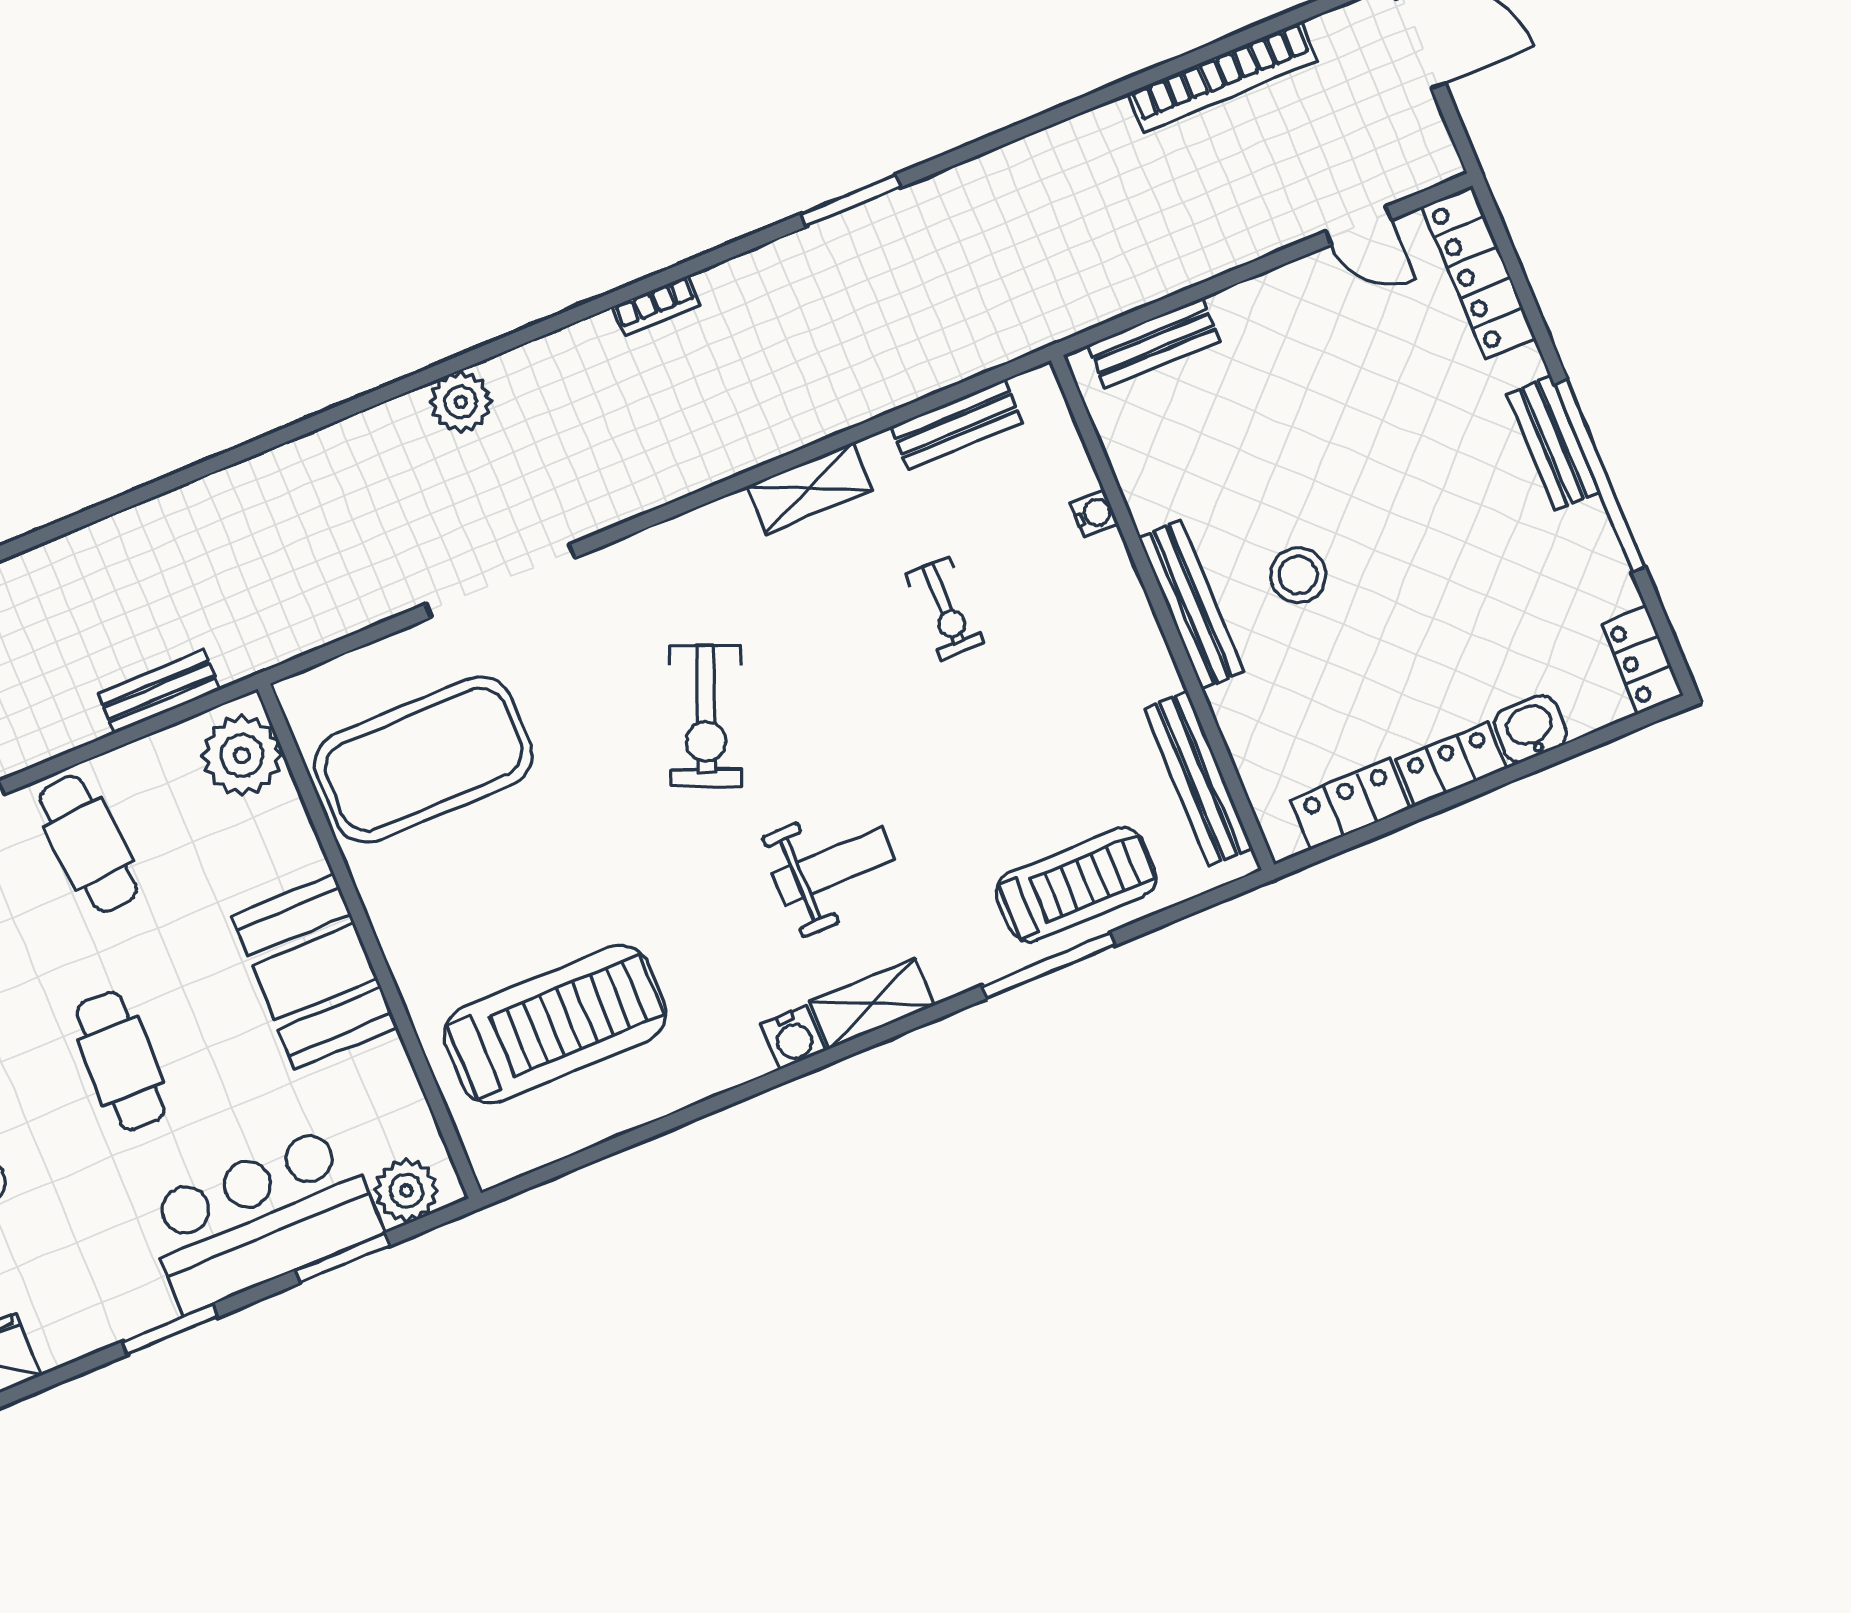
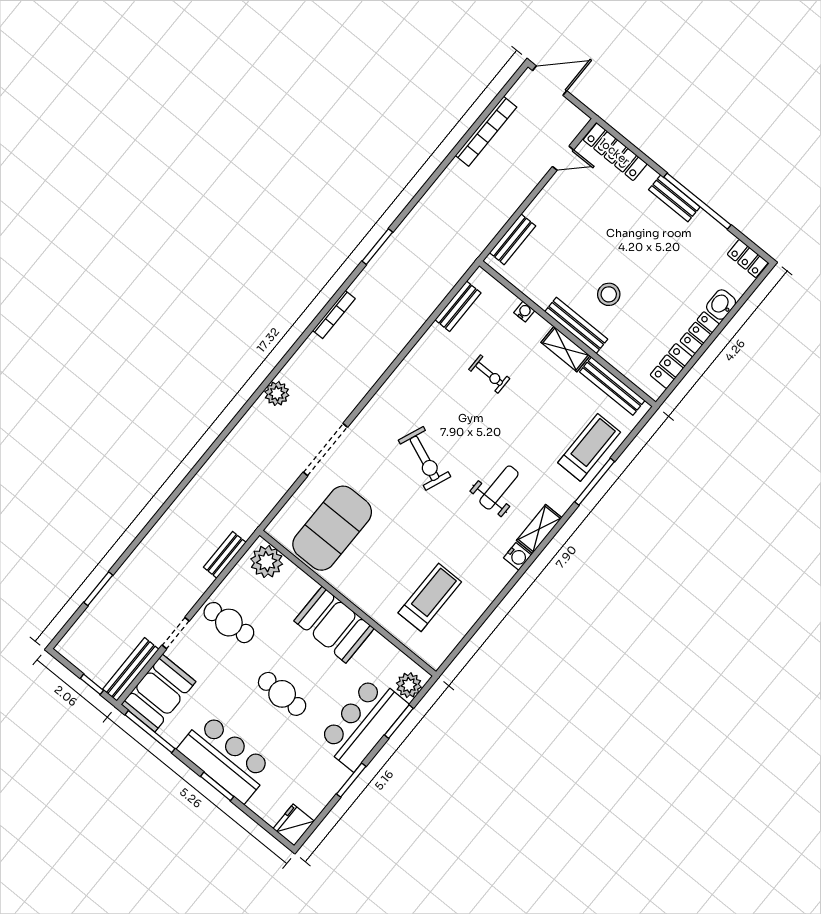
bookcase: (656, 306) -> (334, 315), width x1.56
shelving: (809, 488) -> (565, 349), moved, turned 90
treadmill: (555, 1024) -> (430, 597), width x0.73, depth x0.73

